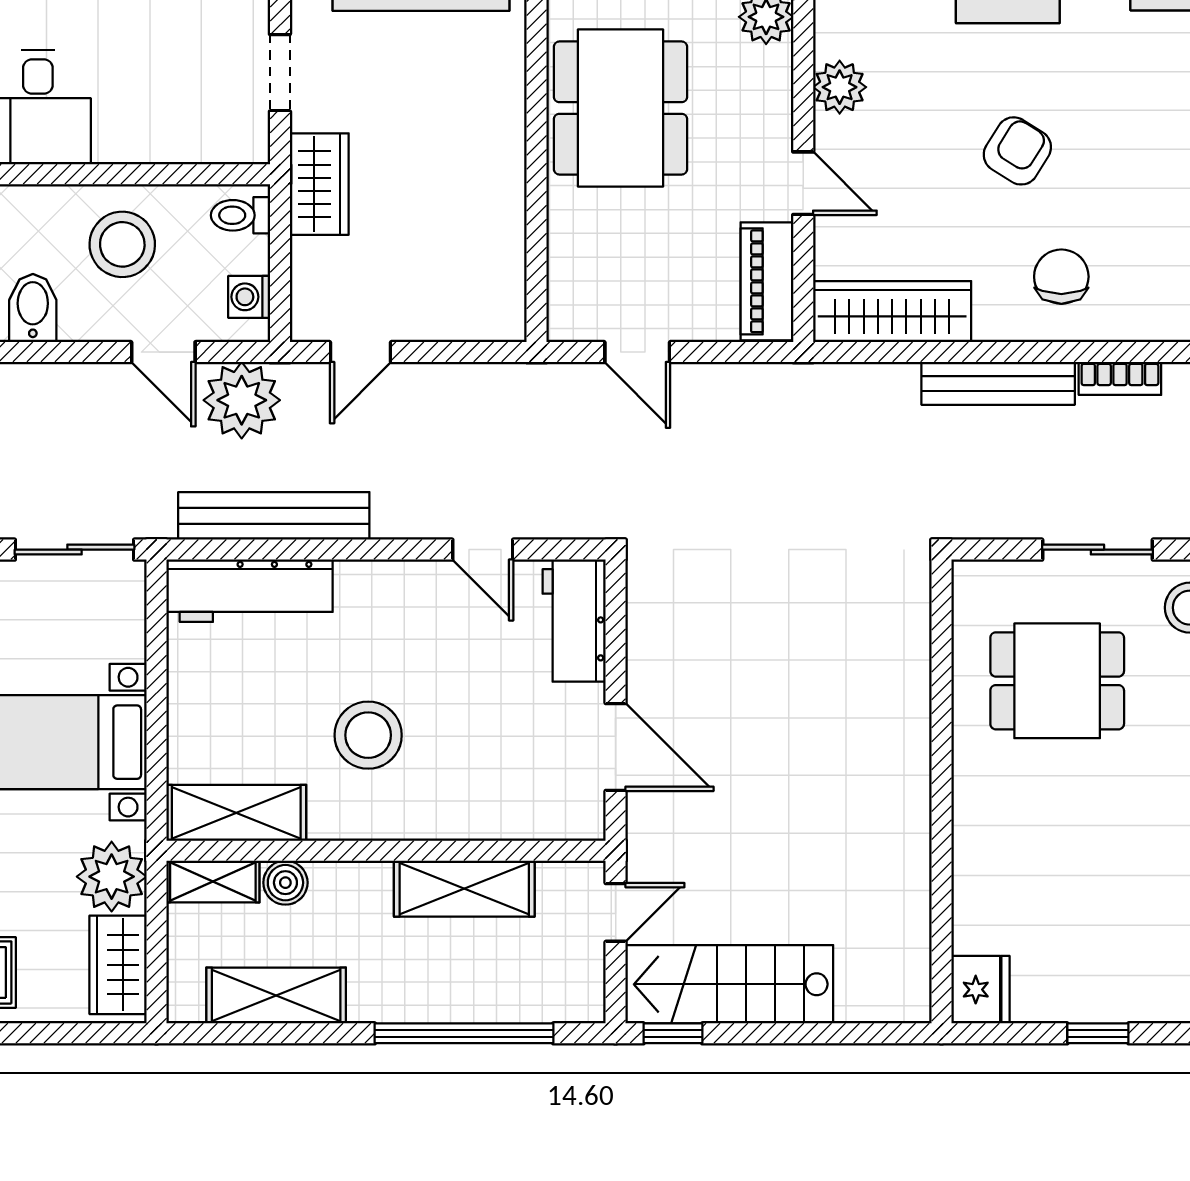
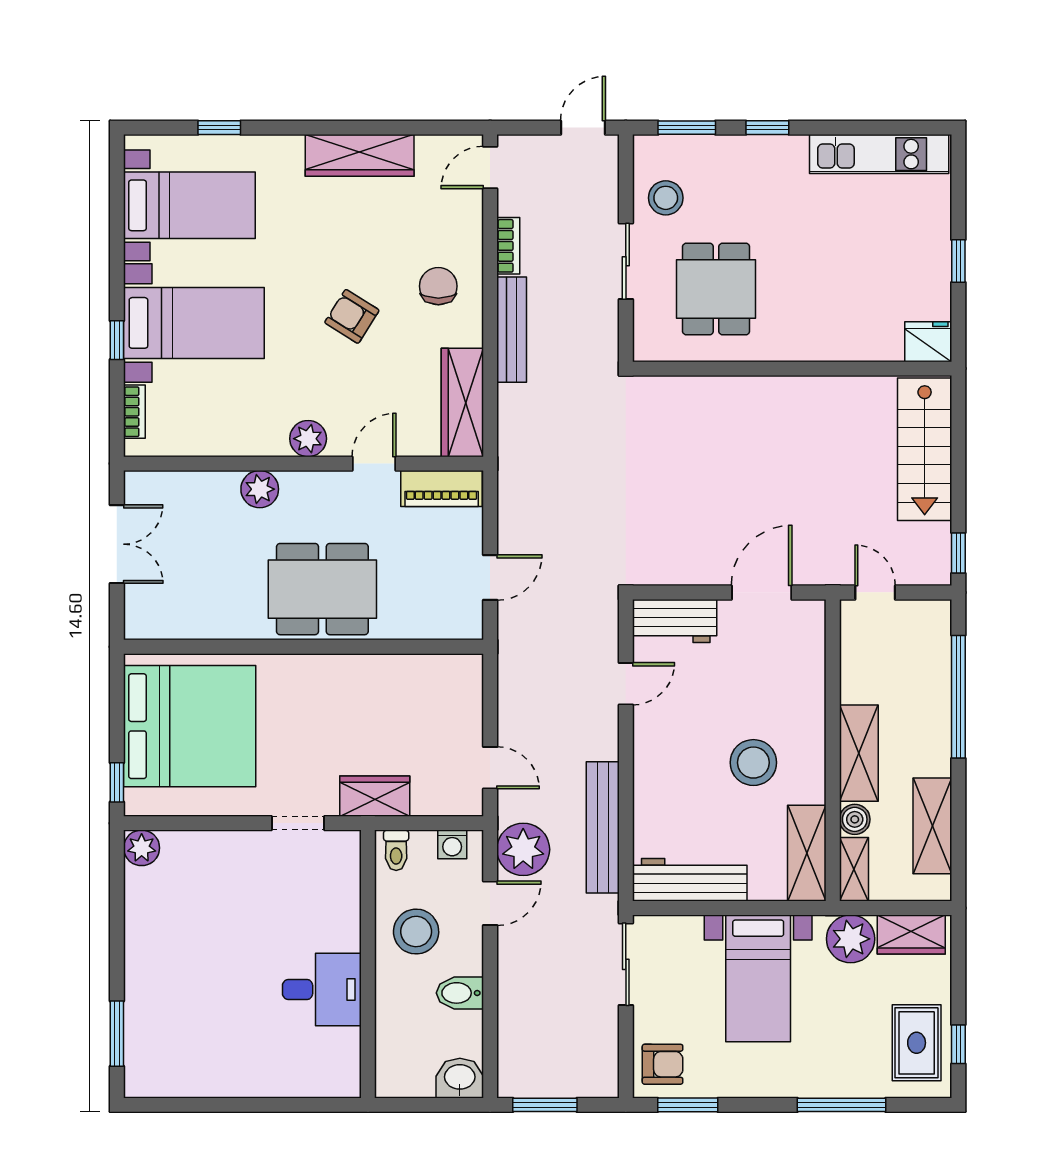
chair: (1061, 277) -> (438, 286), turned 90
workbench: (250, 591) -> (690, 880), moved, turned -90
shelving: (464, 889) -> (859, 753), moved
stairs: (729, 984) -> (925, 449), moved

